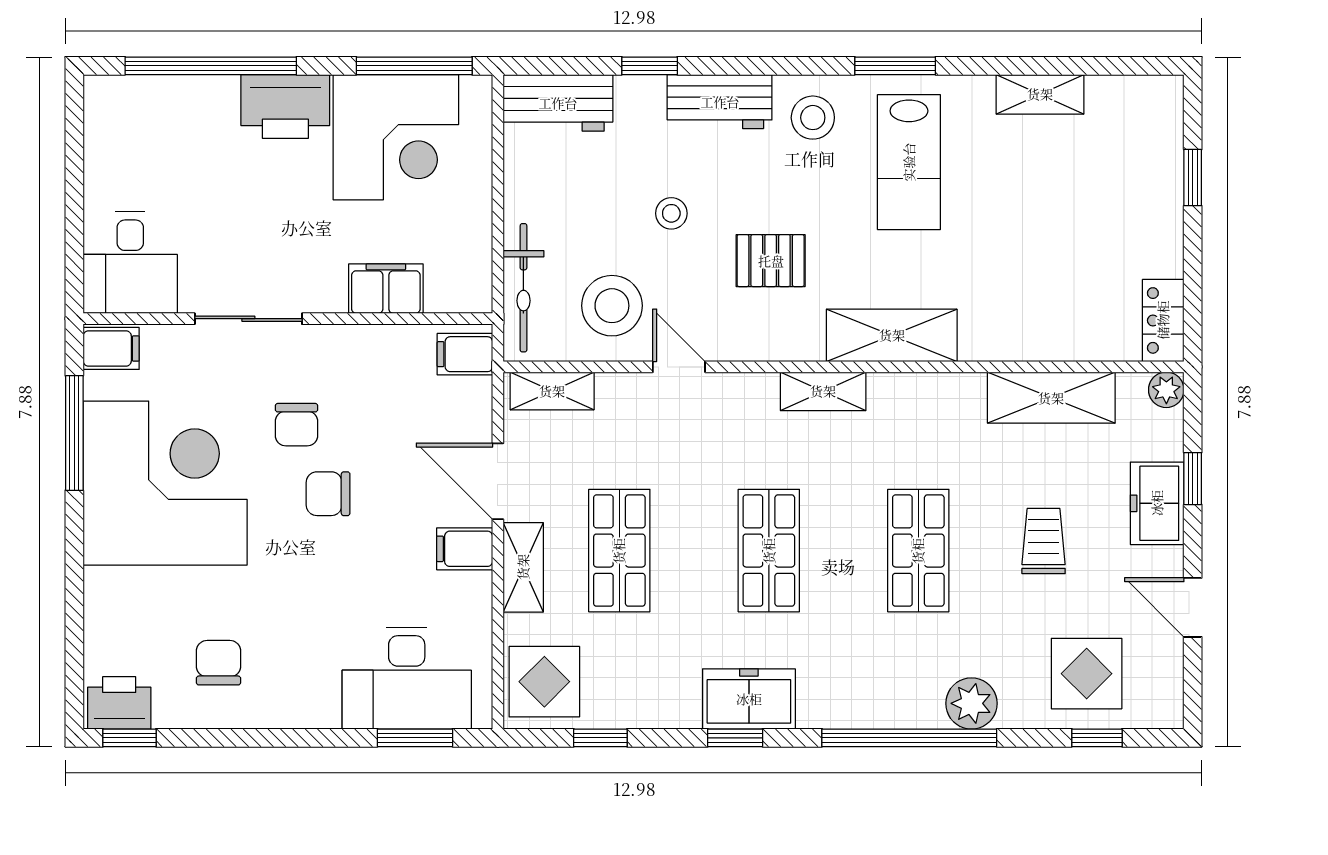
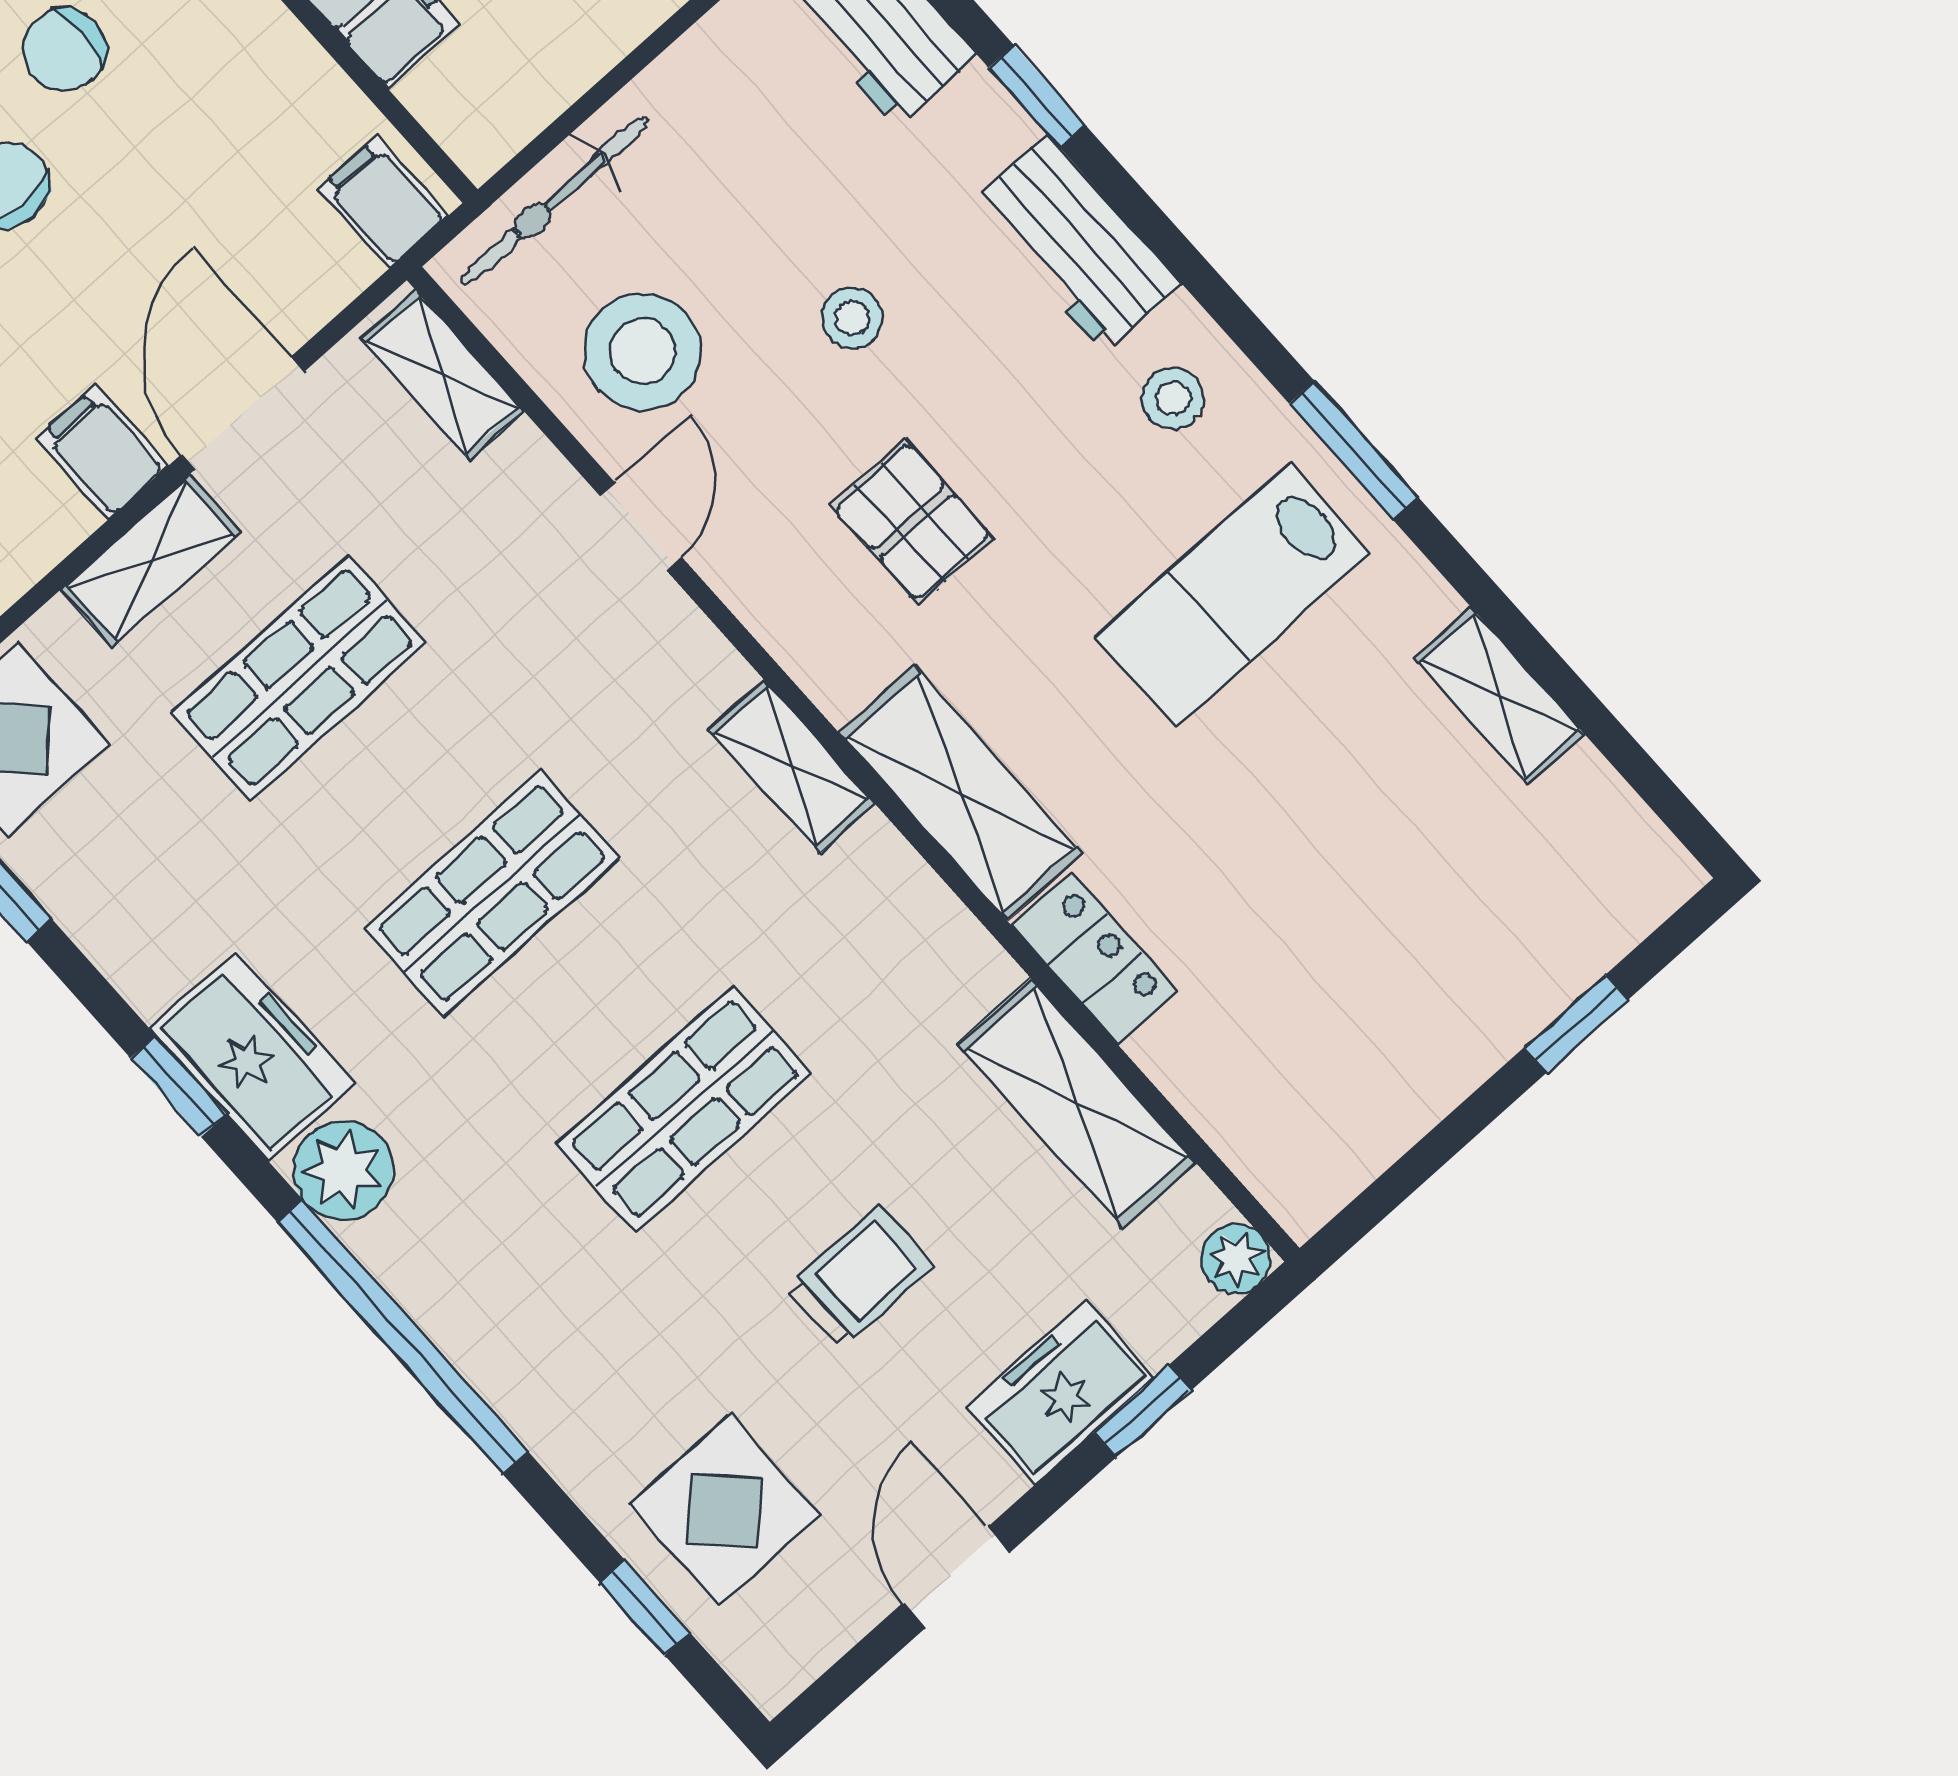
stool: (813, 118) -> (1173, 398), width x0.73, depth x0.73
locker: (1163, 320) -> (1094, 959), moved, turned 90
plant: (971, 703) -> (343, 1171), moved

